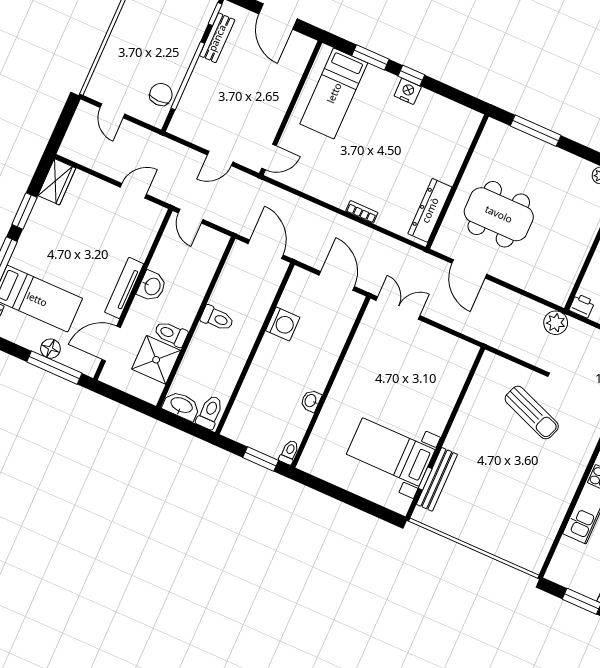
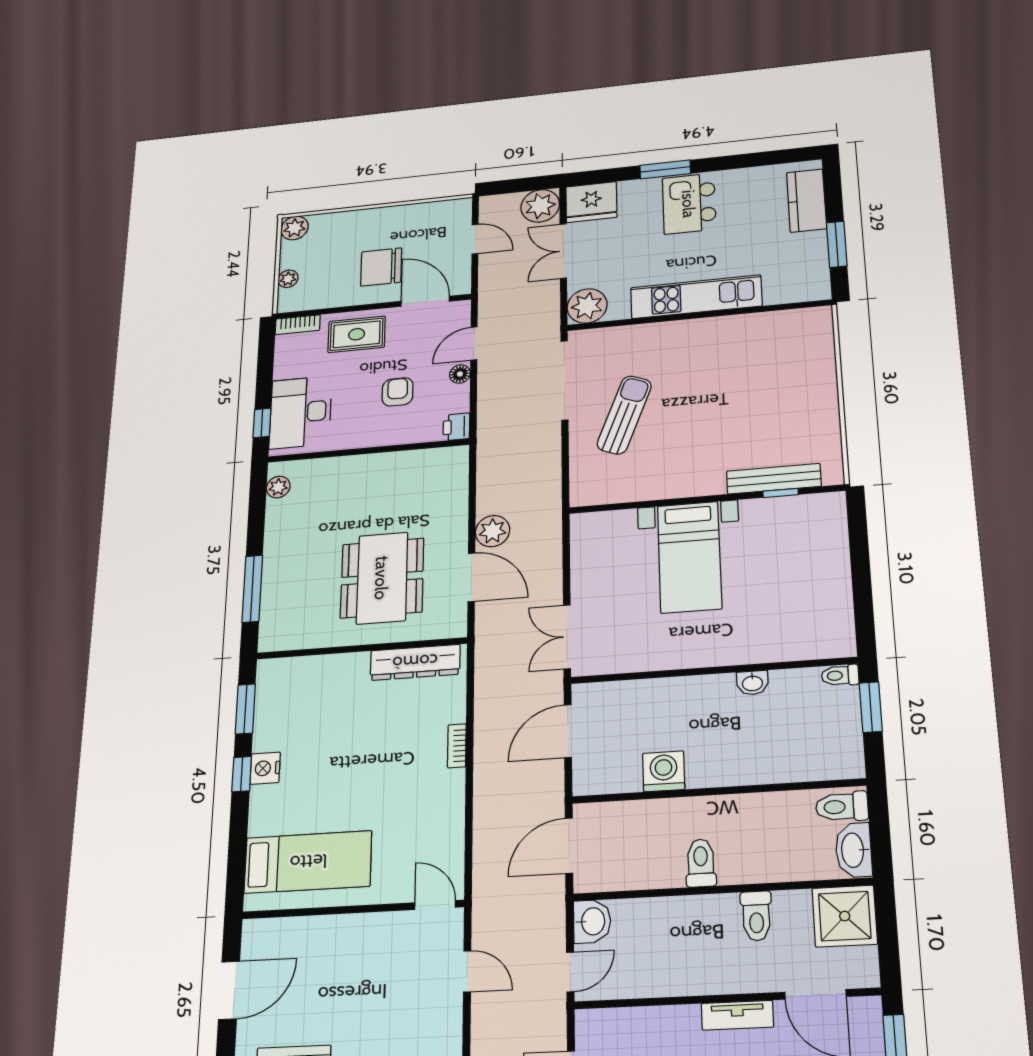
window: (370, 57) -> (245, 709), moved
door: (469, 269) -> (471, 577), hinge flipped
washbasin: (152, 286) -> (592, 921), moved, turned 90
tv unit: (124, 288) -> (737, 1015), width x0.71
plant: (556, 323) -> (493, 531), moved
shower: (156, 360) -> (845, 916), moved
bed with nightstands: (391, 452) -> (689, 557), moved

